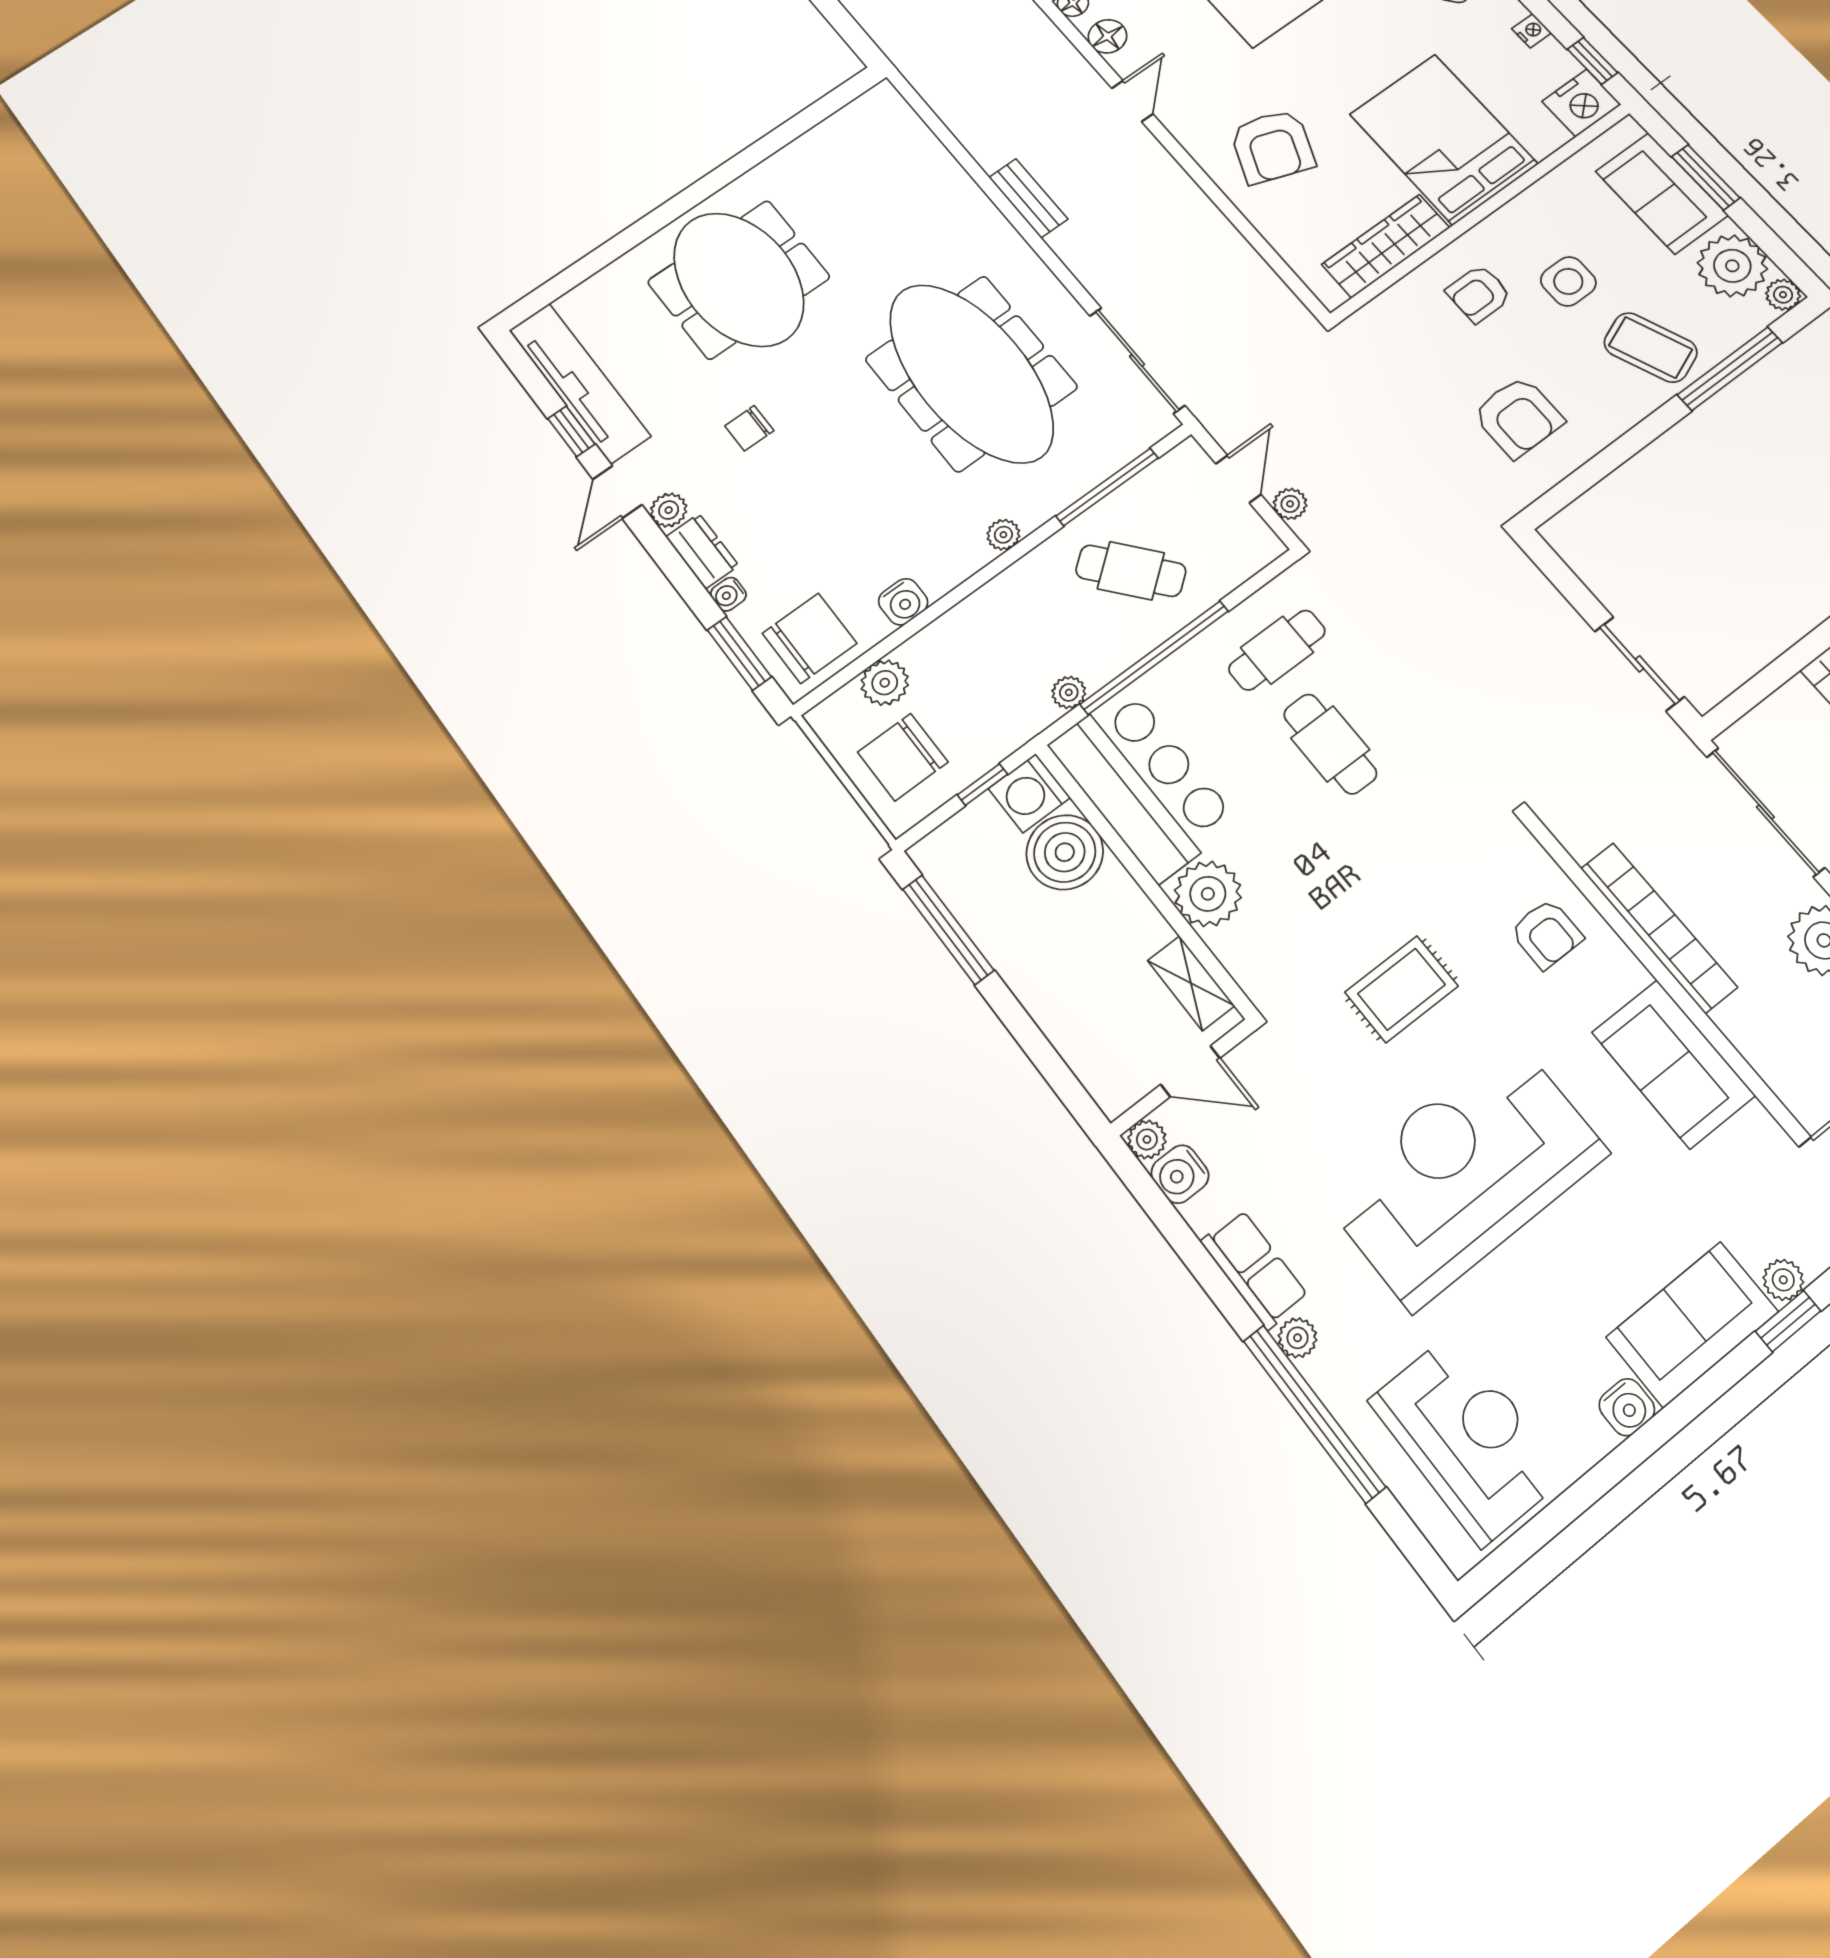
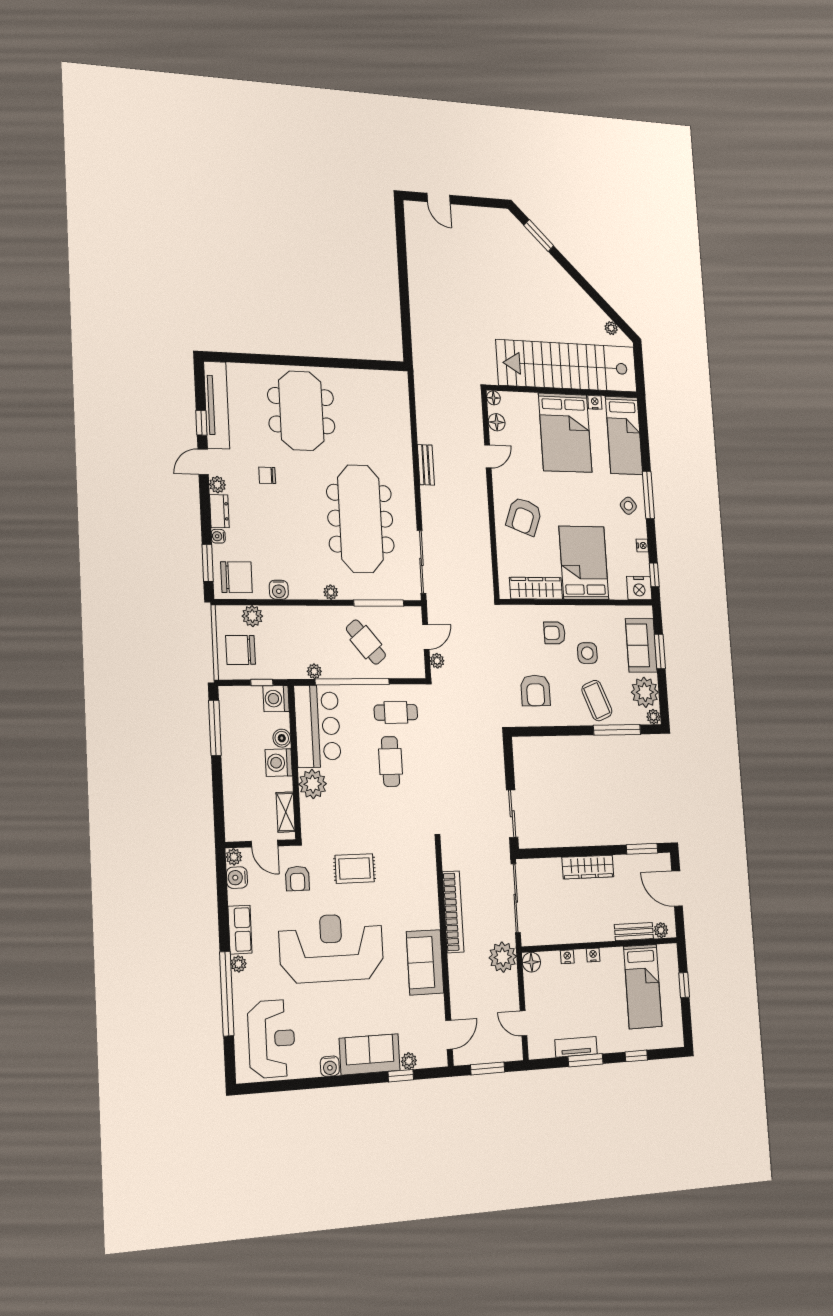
boiler: (1065, 852) -> (282, 738), width x0.54, depth x0.54
washing machine: (1114, 903) -> (279, 763), added
armchair: (1546, 934) -> (297, 879), moved

